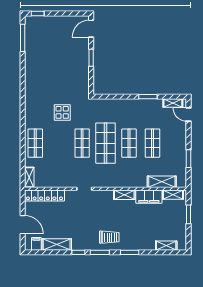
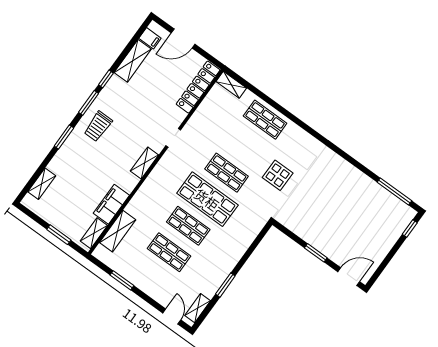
door: (91, 29) -> (349, 277), hinge flipped
door: (189, 114) -> (172, 316), hinge flipped
shelving: (124, 195) -> (144, 163), moved

